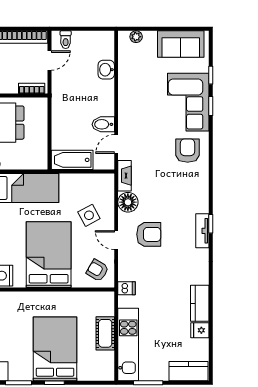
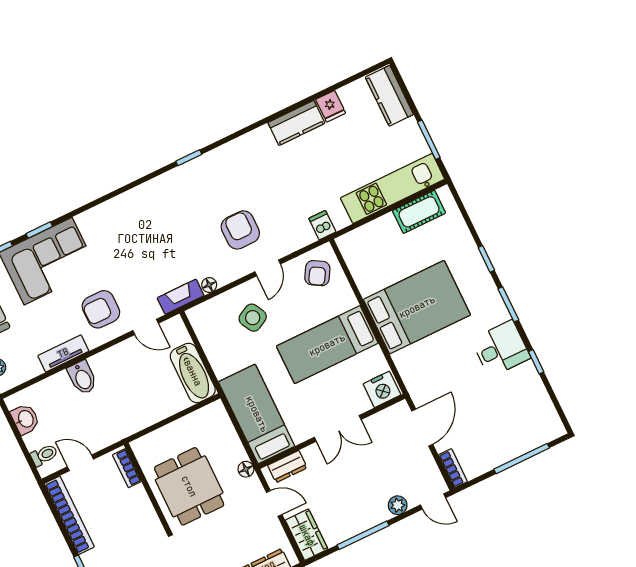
washbasin: (106, 70) -> (25, 419), moved, turned -90
bidet: (103, 124) -> (82, 378), moved
armchair: (188, 151) -> (101, 309), moved
floor lamp: (128, 202) -> (209, 285), width x0.53, depth x0.53
tv unit: (202, 231) -> (63, 353), moved, turned 180
bed: (49, 255) -> (327, 345), width x0.67
cot: (105, 333) -> (419, 212), moved
bed: (55, 349) -> (417, 307), moved, turned 180

